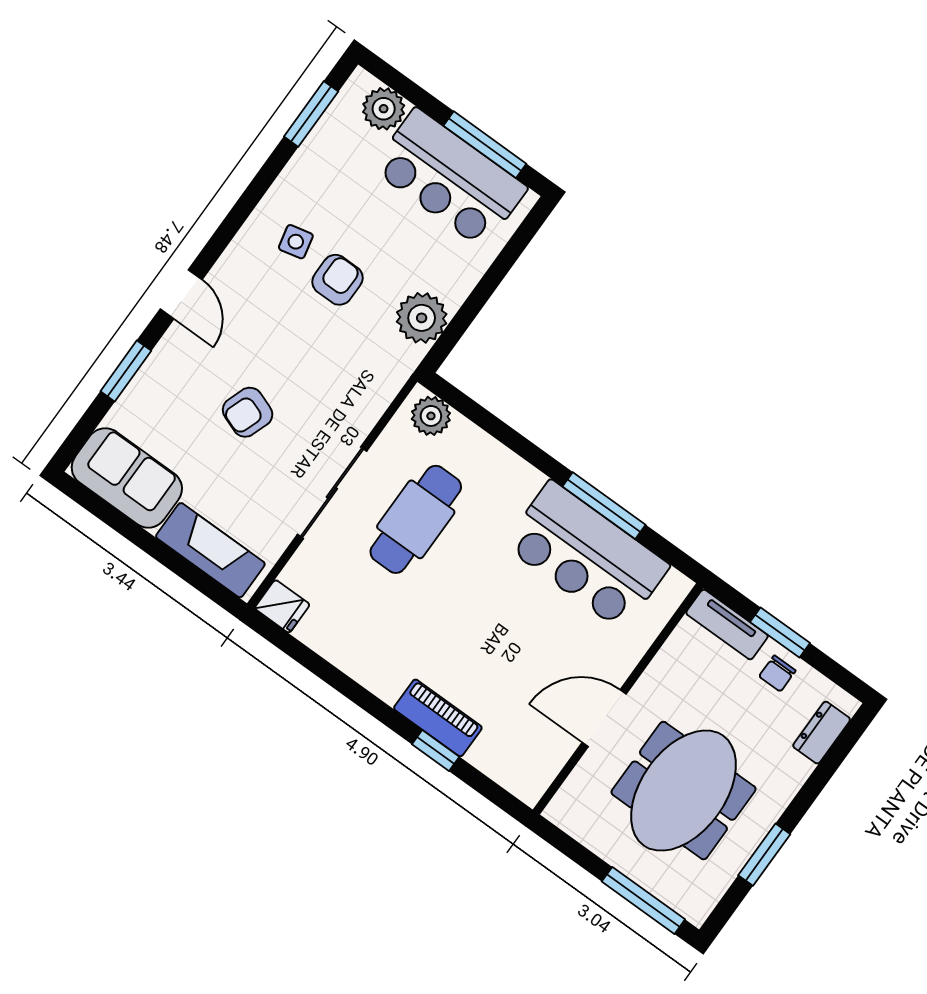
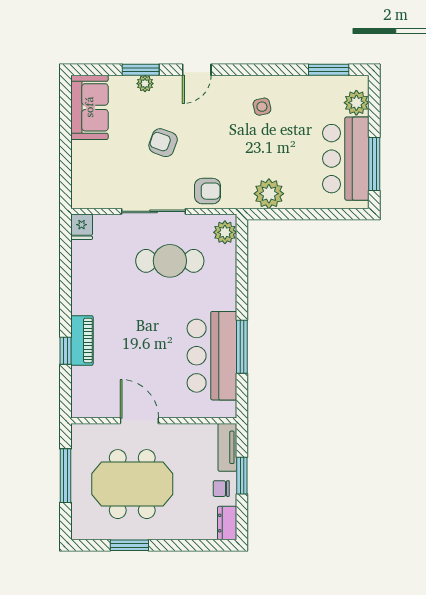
armchair: (337, 280) -> (207, 191), moved
plant: (149, 379) -> (145, 84), added
fireplace: (210, 550) -> (84, 173), removed
dresser: (822, 733) -> (227, 523), moved, turned -90
window: (643, 900) -> (65, 476), moved

